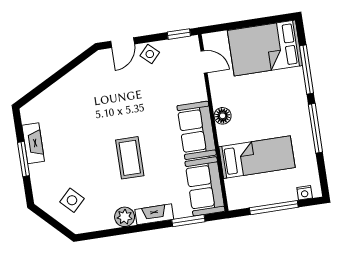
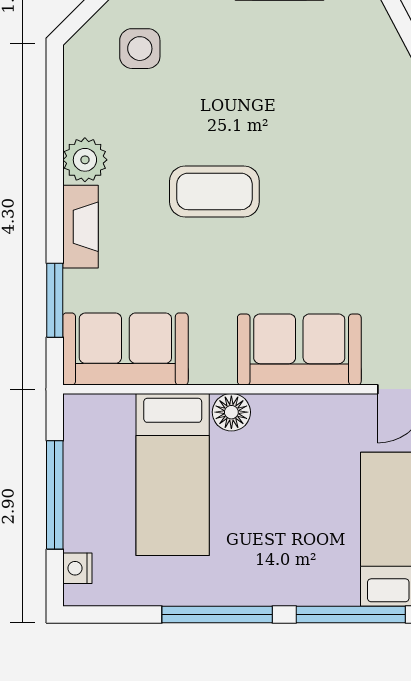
floor lamp: (223, 116) -> (231, 412), moved
sofa: (197, 130) -> (299, 350), moved
side table: (72, 200) -> (140, 49), turned 45

